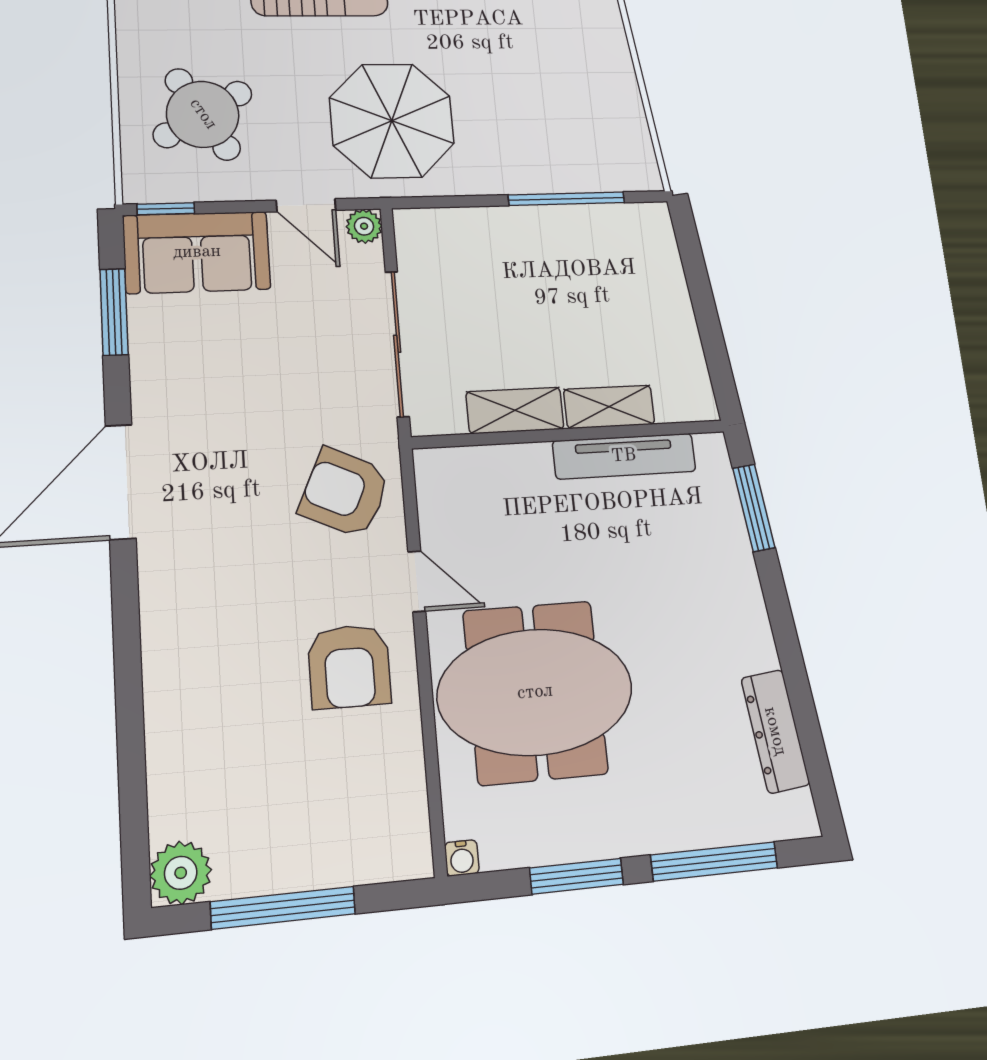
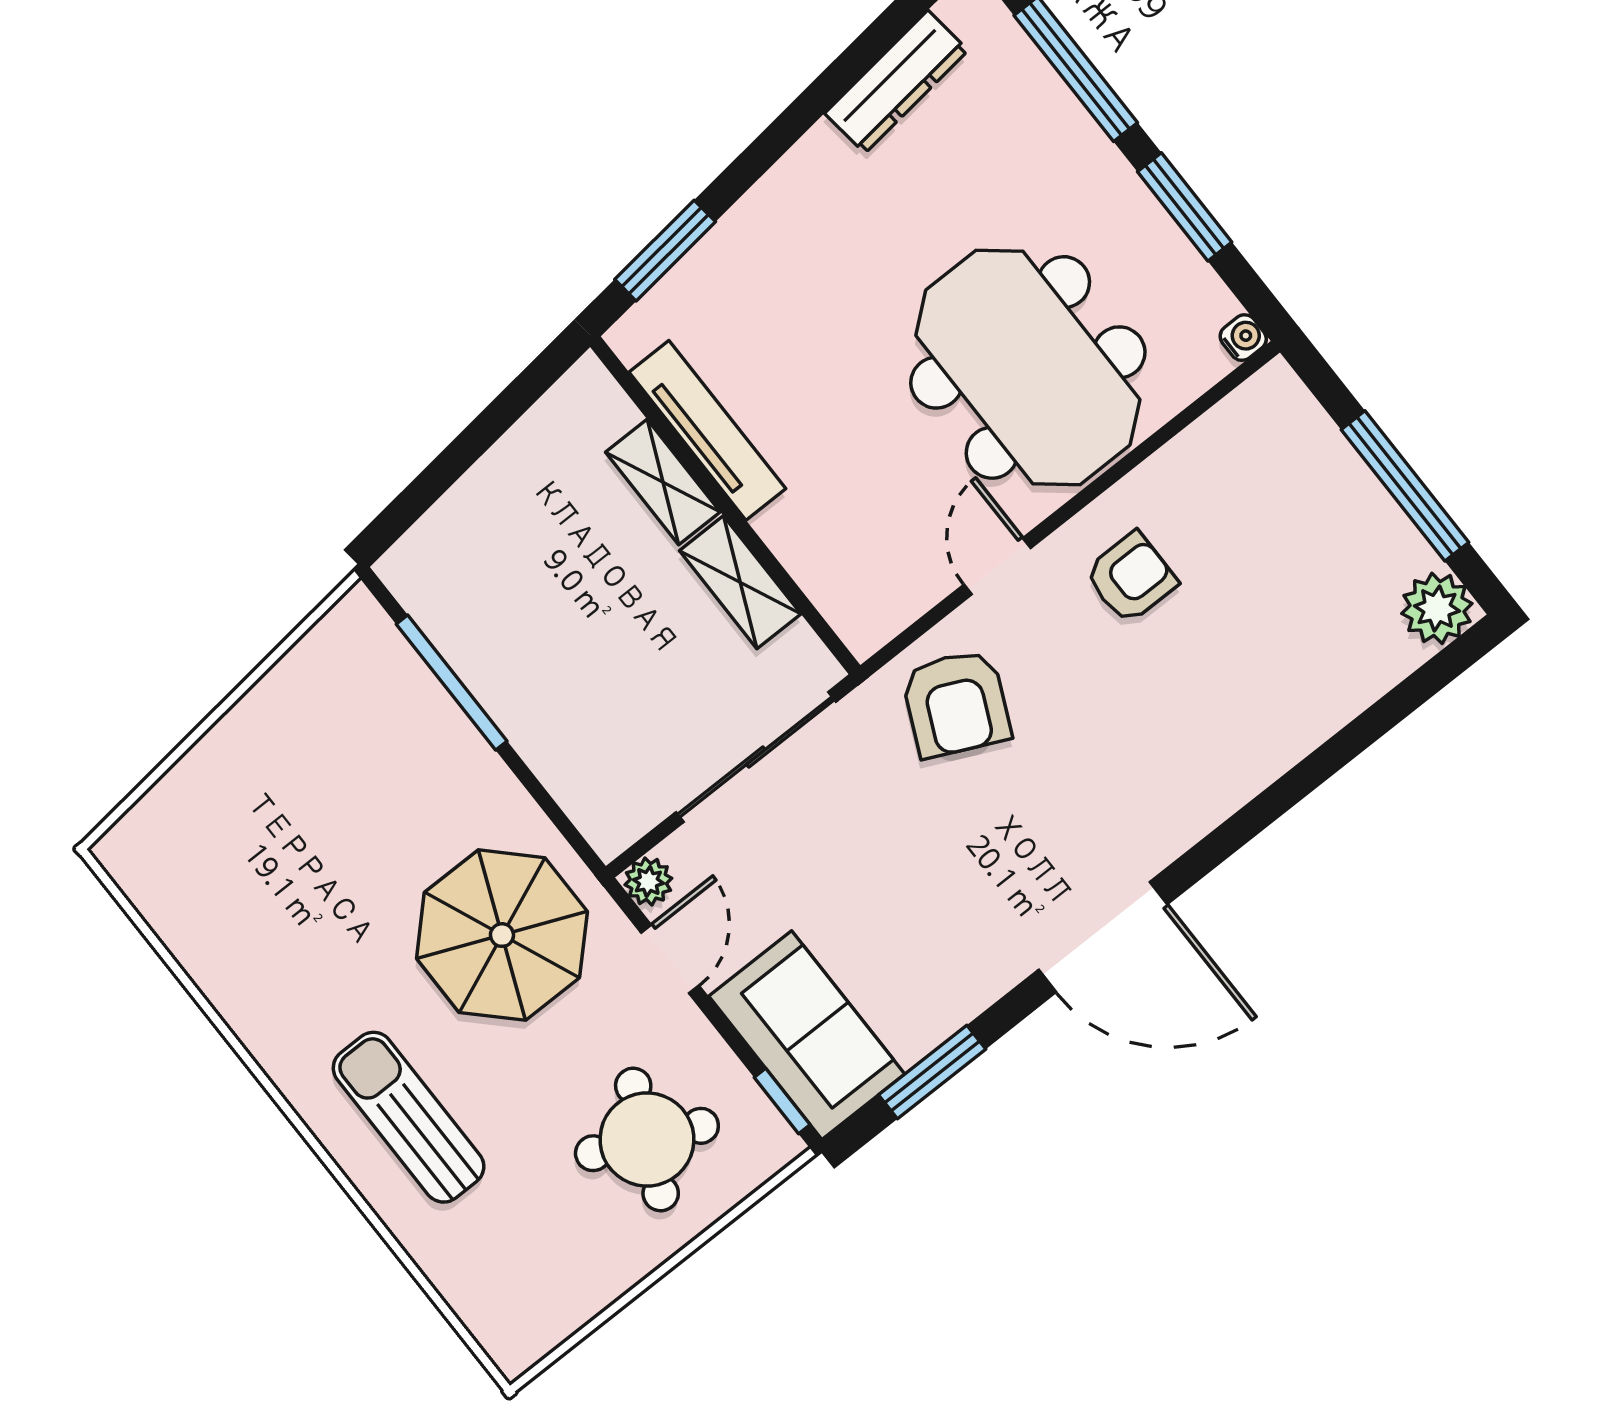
round table: (203, 114) -> (647, 1140), turned -35
armchair: (349, 666) -> (1131, 578), width x0.72, depth x0.72

